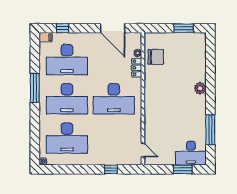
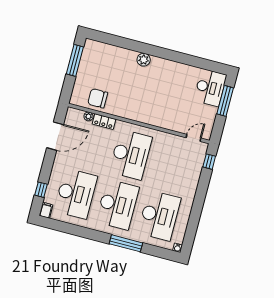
window: (184, 28) -> (75, 60), width x1.44
chair: (156, 57) -> (98, 98), turned -90
window: (35, 88) -> (126, 243), moved
window: (210, 130) -> (191, 60), removed
window: (111, 169) -> (209, 162), moved
window: (183, 169) -> (225, 101), width x1.44

